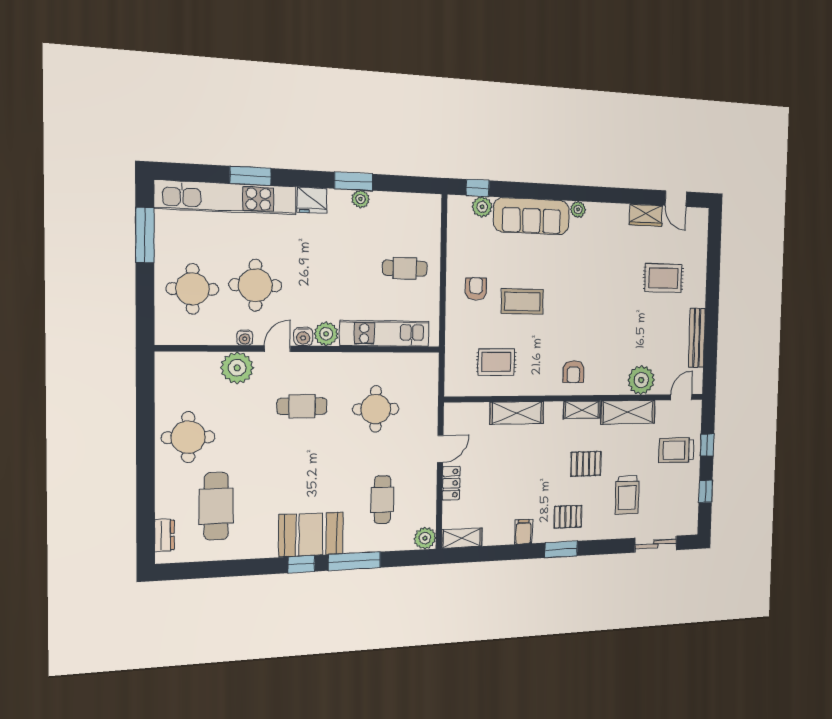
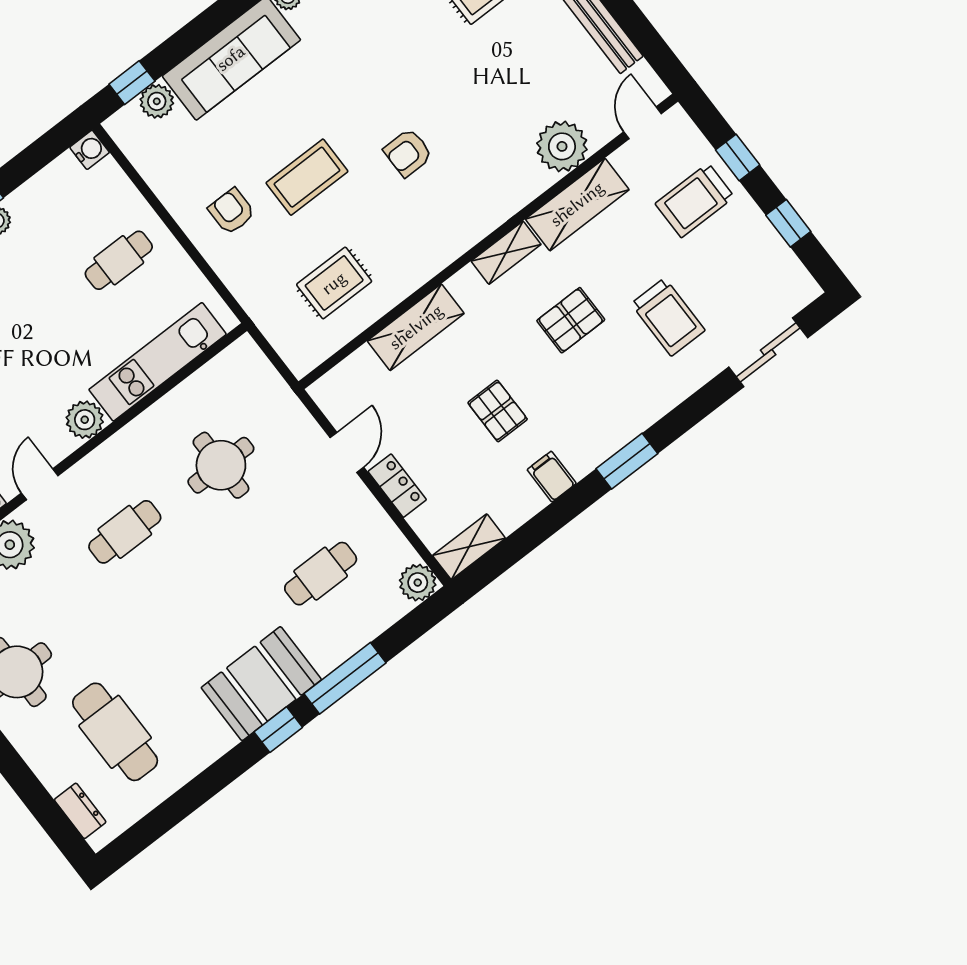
water cooler: (303, 336) -> (90, 150), moved, turned -90
armchair: (573, 372) -> (408, 153), moved, turned 90
cafe table: (382, 500) -> (321, 574), turned 90
pallet: (568, 517) -> (498, 411), moved, turned 90

